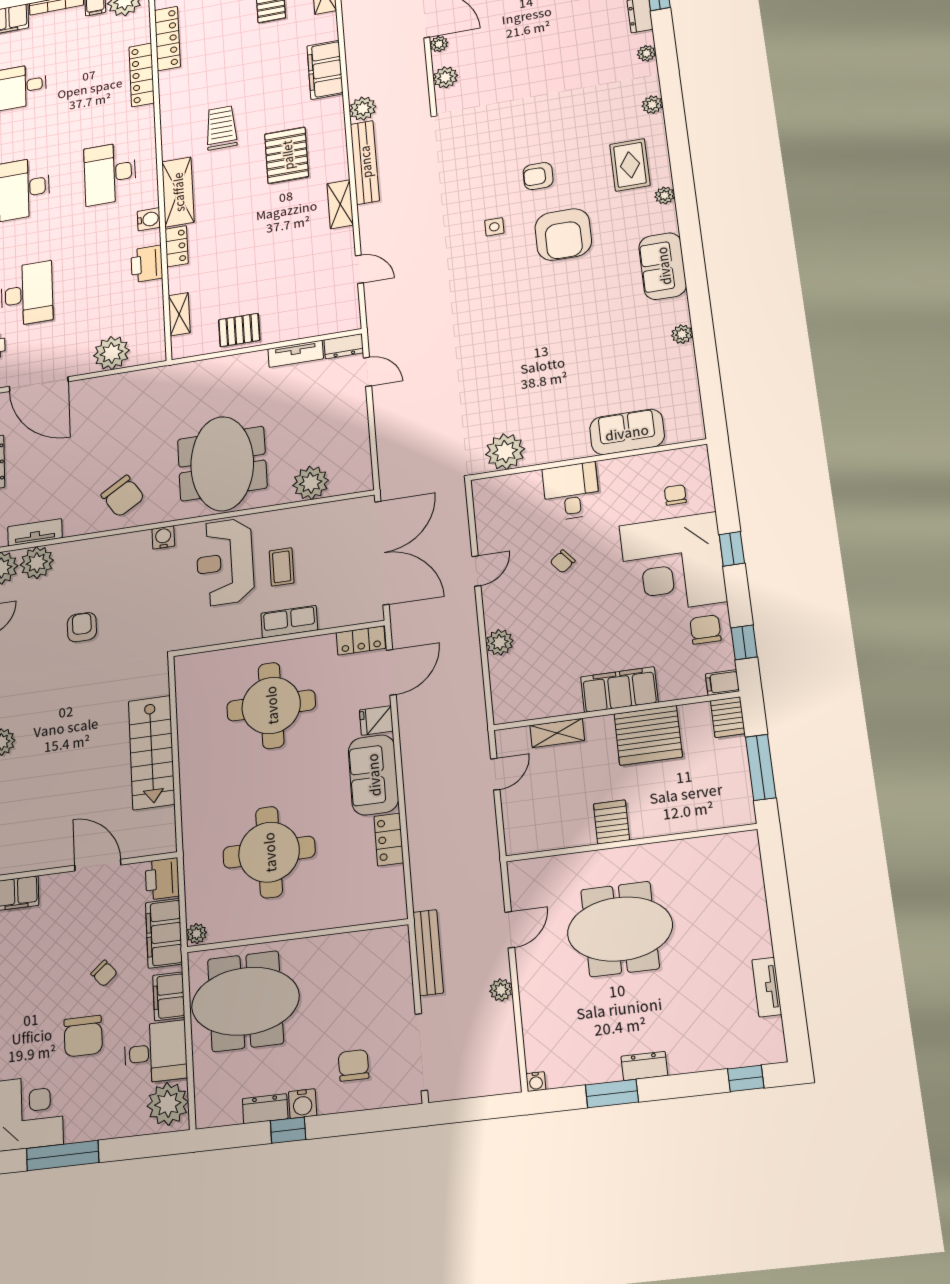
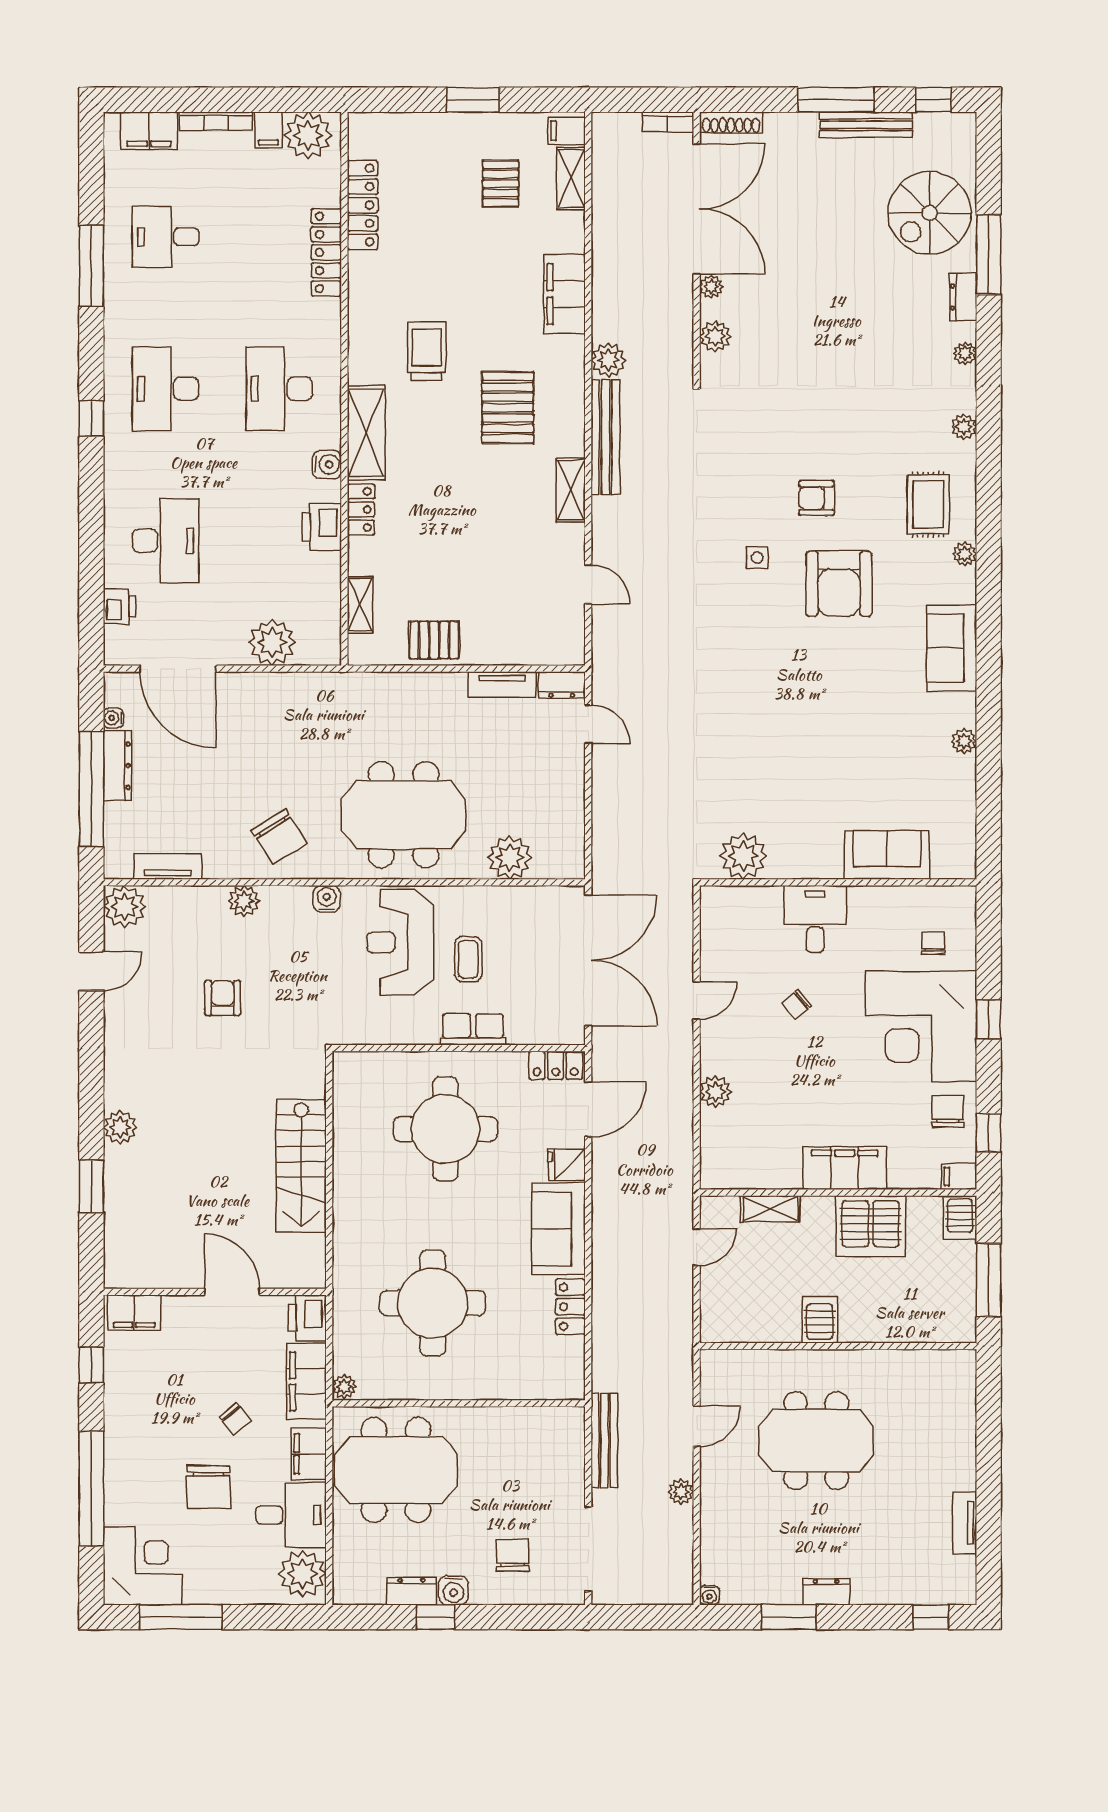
meeting table: (222, 464) -> (404, 815), turned 90
plant: (37, 563) -> (244, 901), moved, width x0.73, depth x0.73

